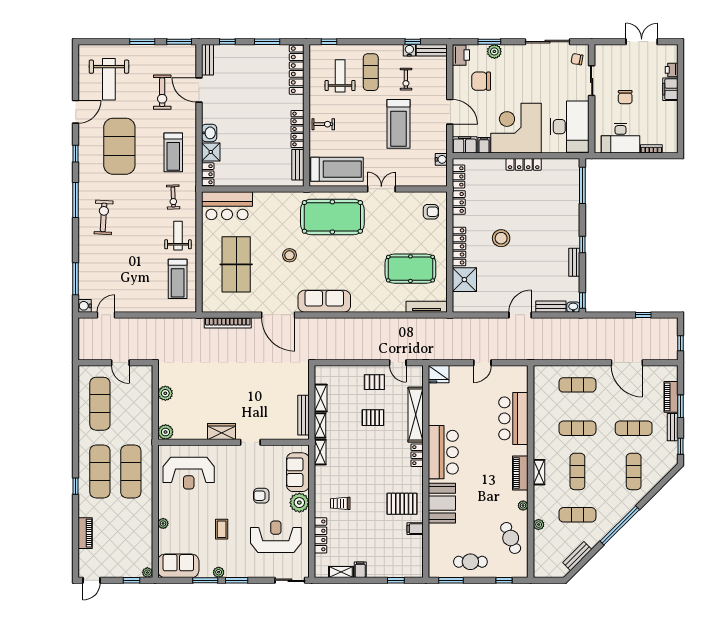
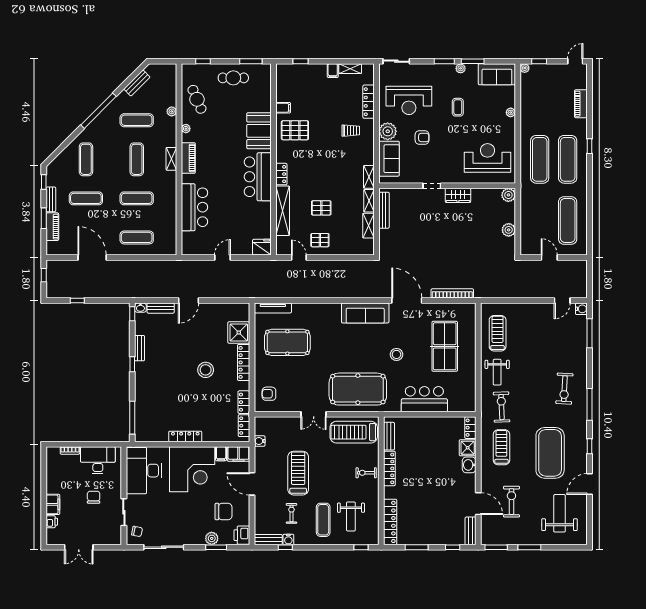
exercise bike: (173, 197) -> (502, 407), width x1.38, depth x1.39
bar counter: (227, 206) -> (424, 399), moved

